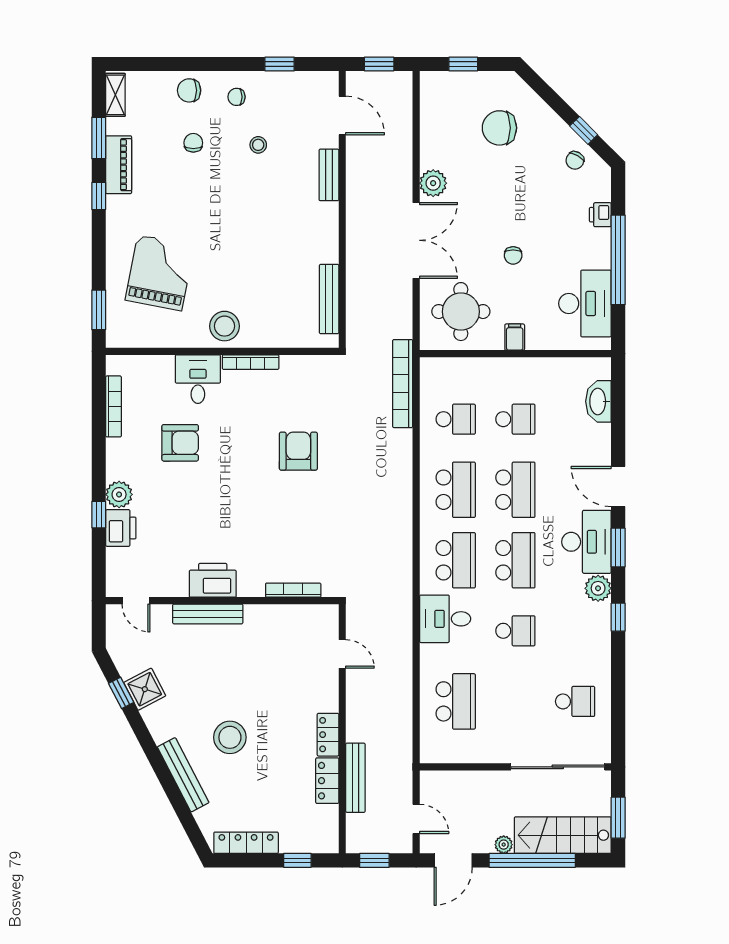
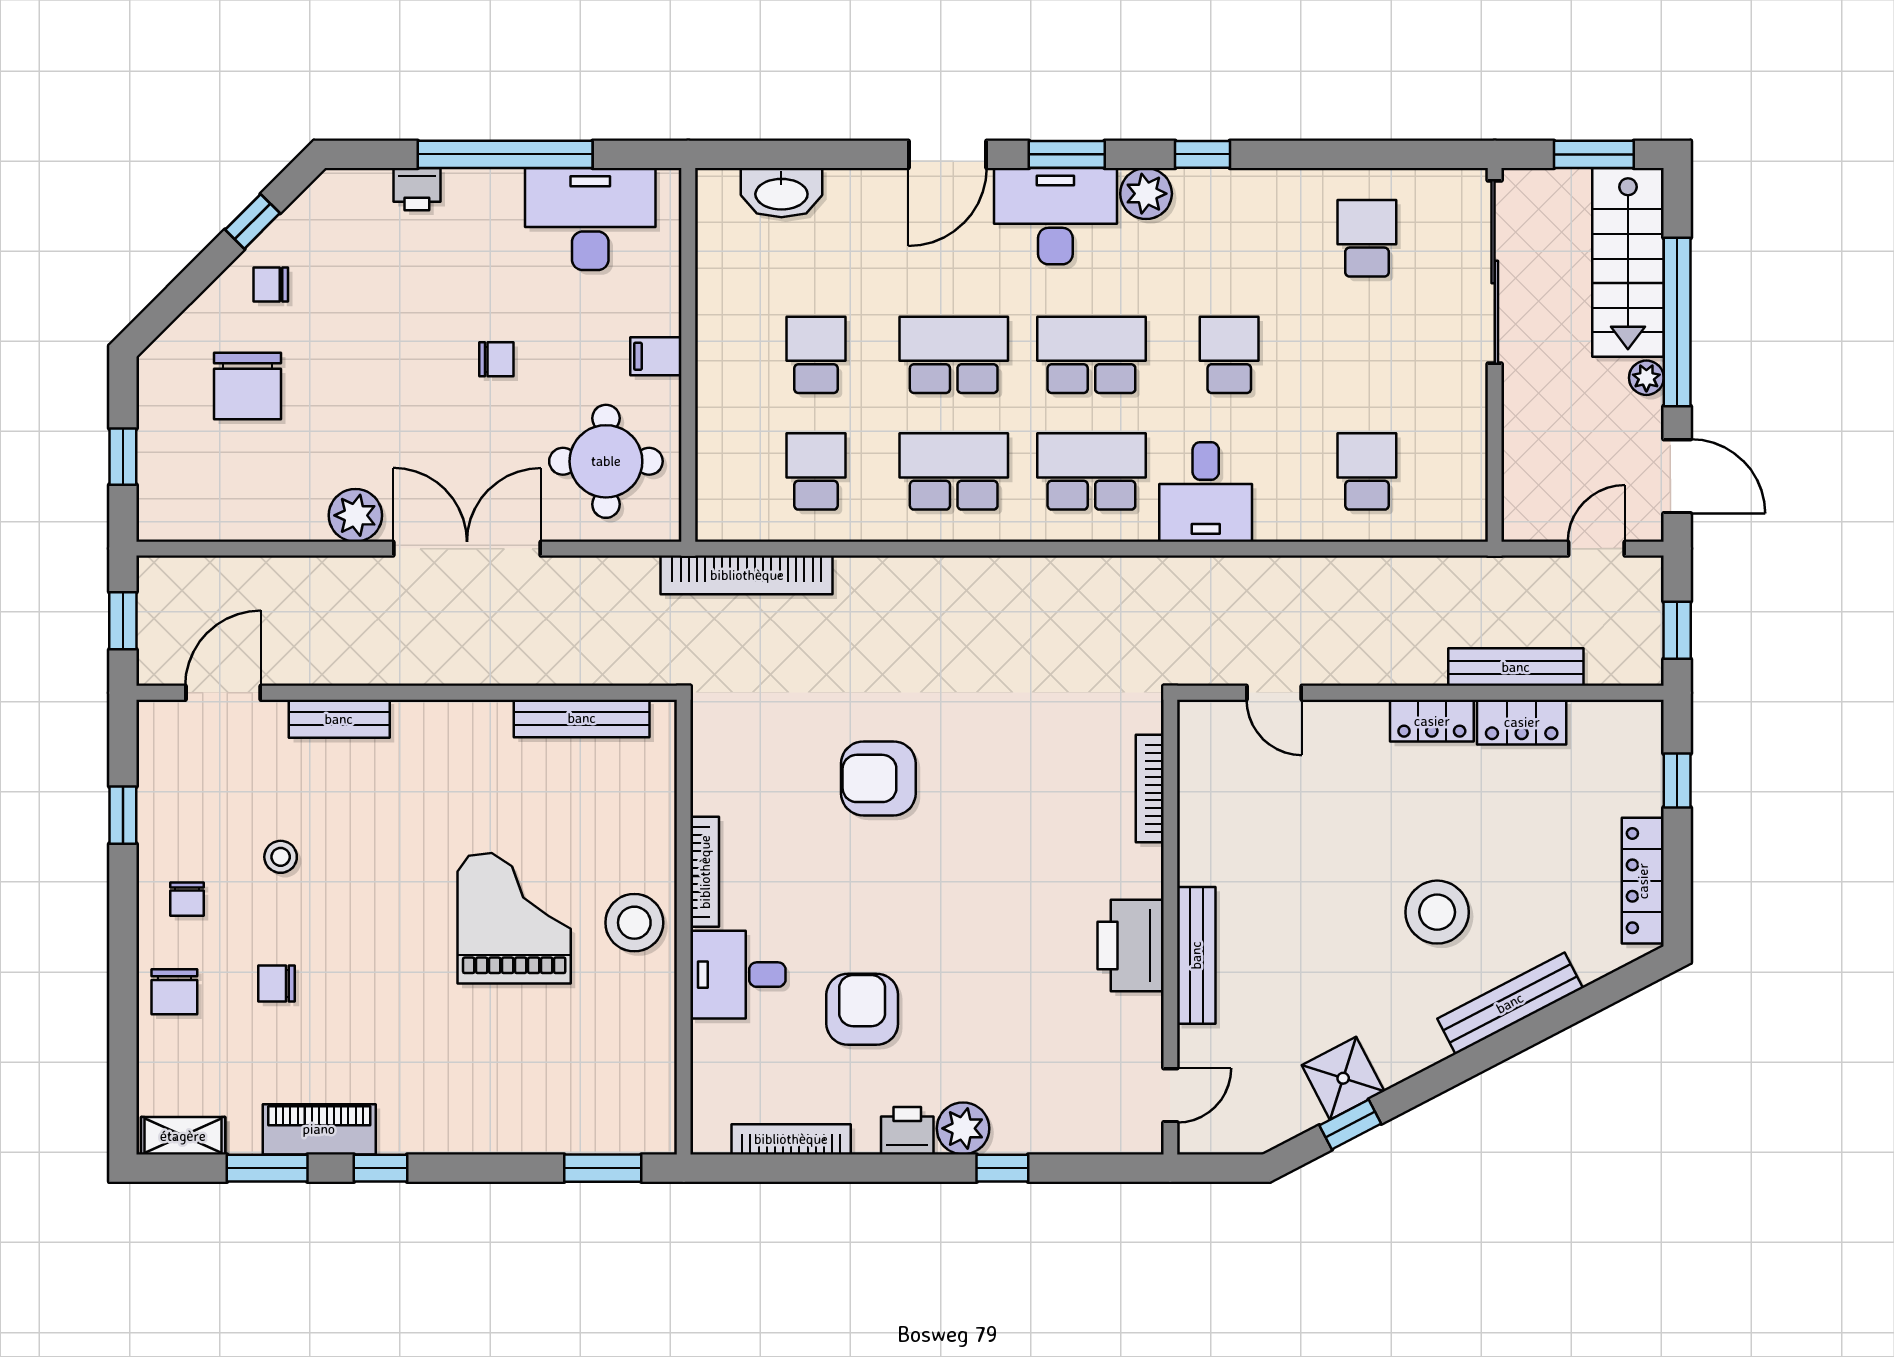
chair: (575, 160) -> (271, 285), moved, turned 150
grand piano: (160, 273) -> (514, 918), moved, turned 79
printer: (121, 528) -> (907, 1131), moved, width x0.73, depth x0.81
door: (342, 654) -> (1274, 693), swing flipped
school desk: (456, 701) -> (1367, 471), width x0.54

